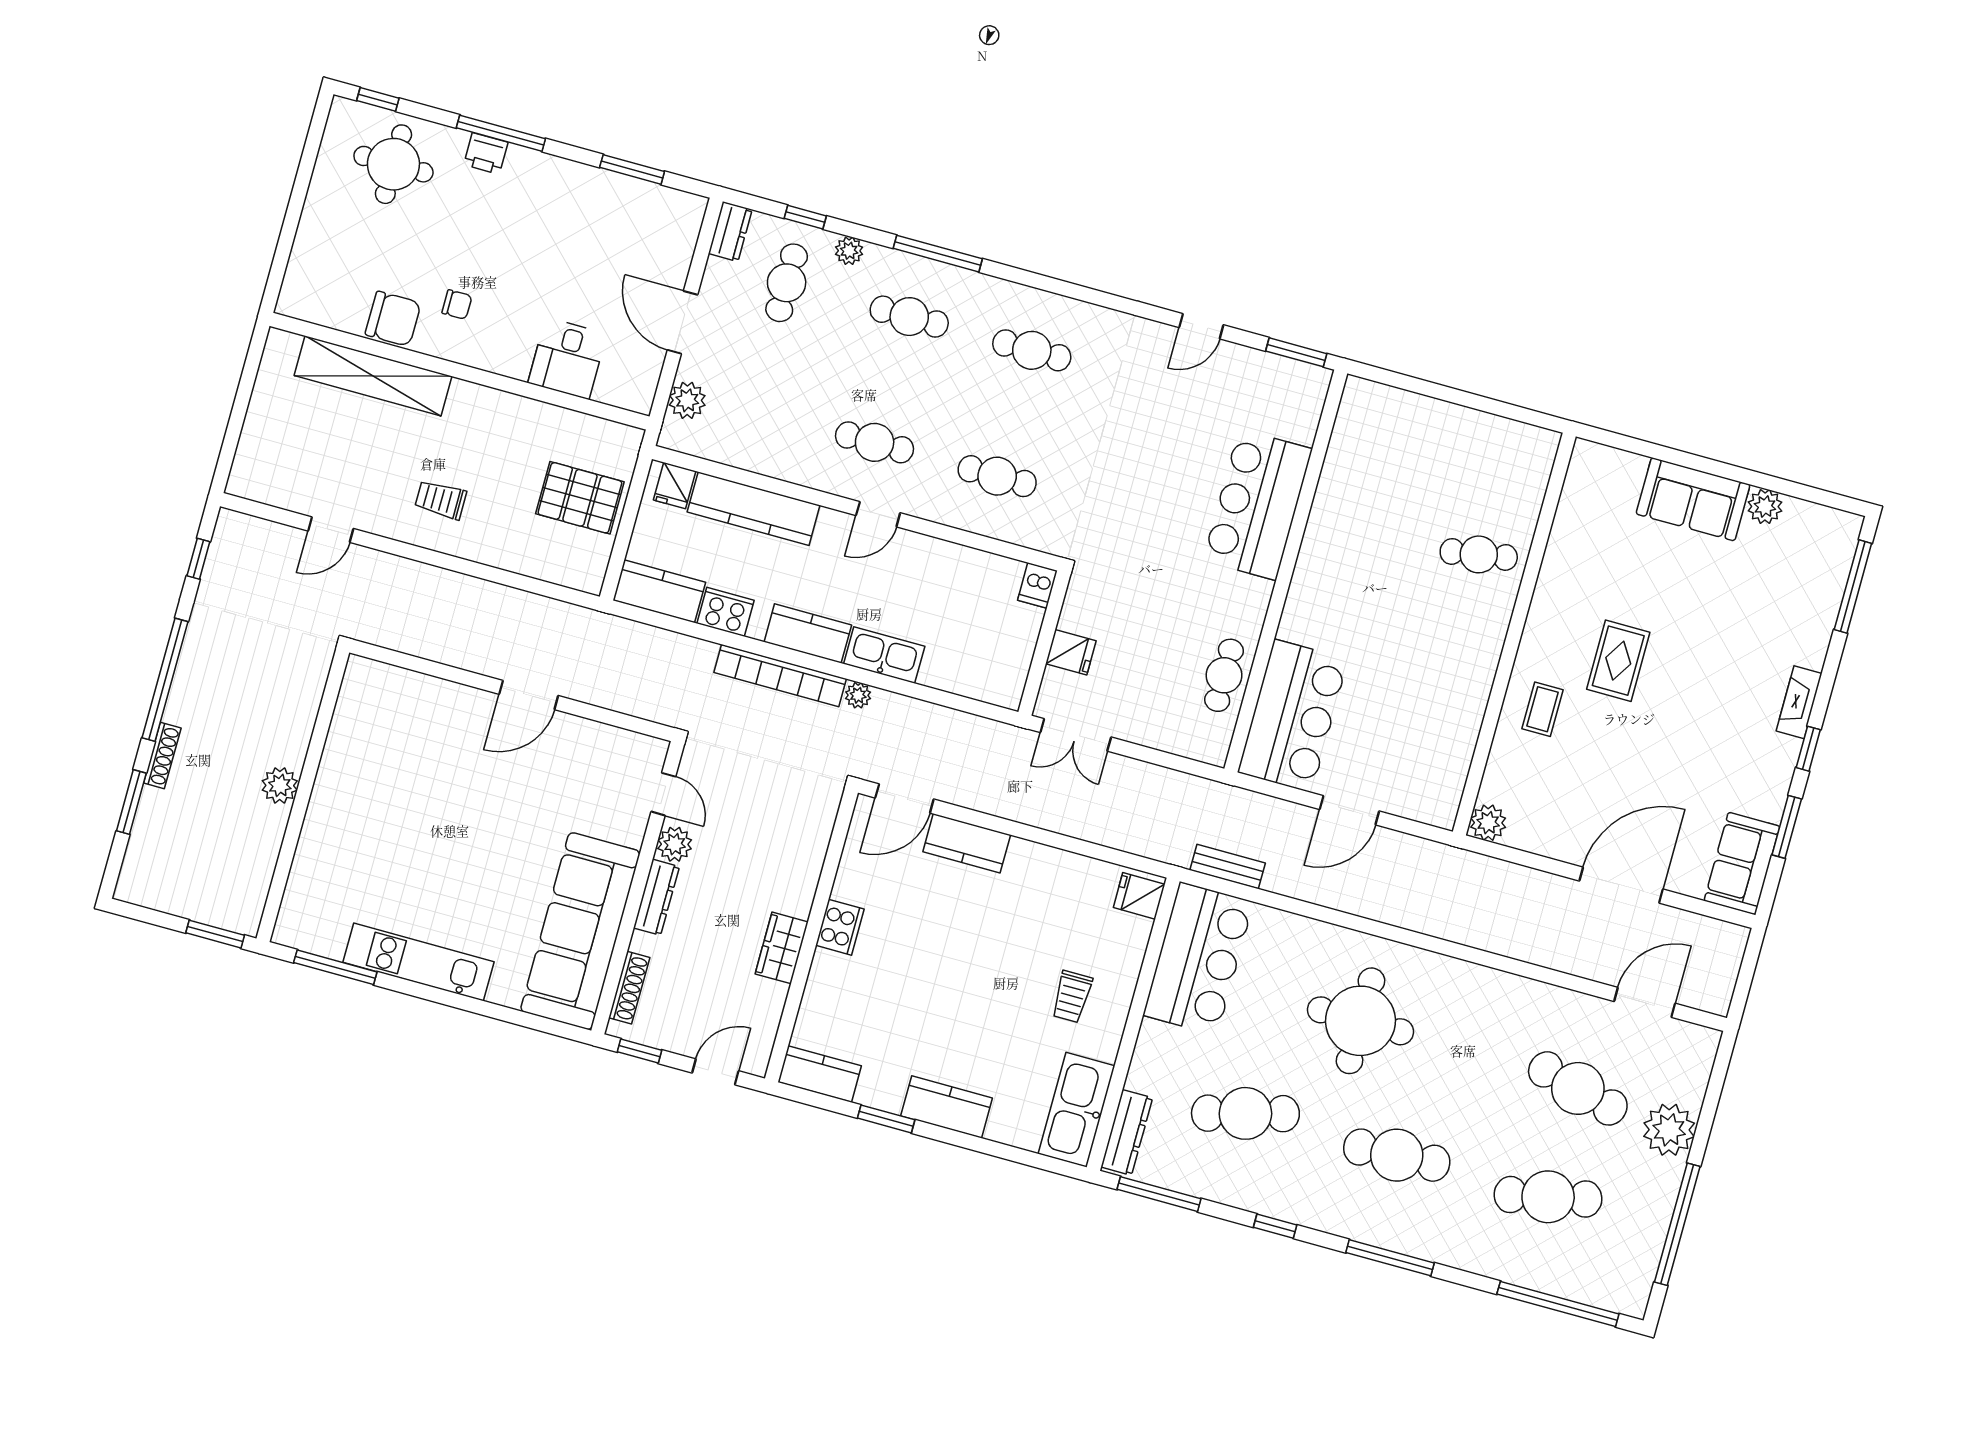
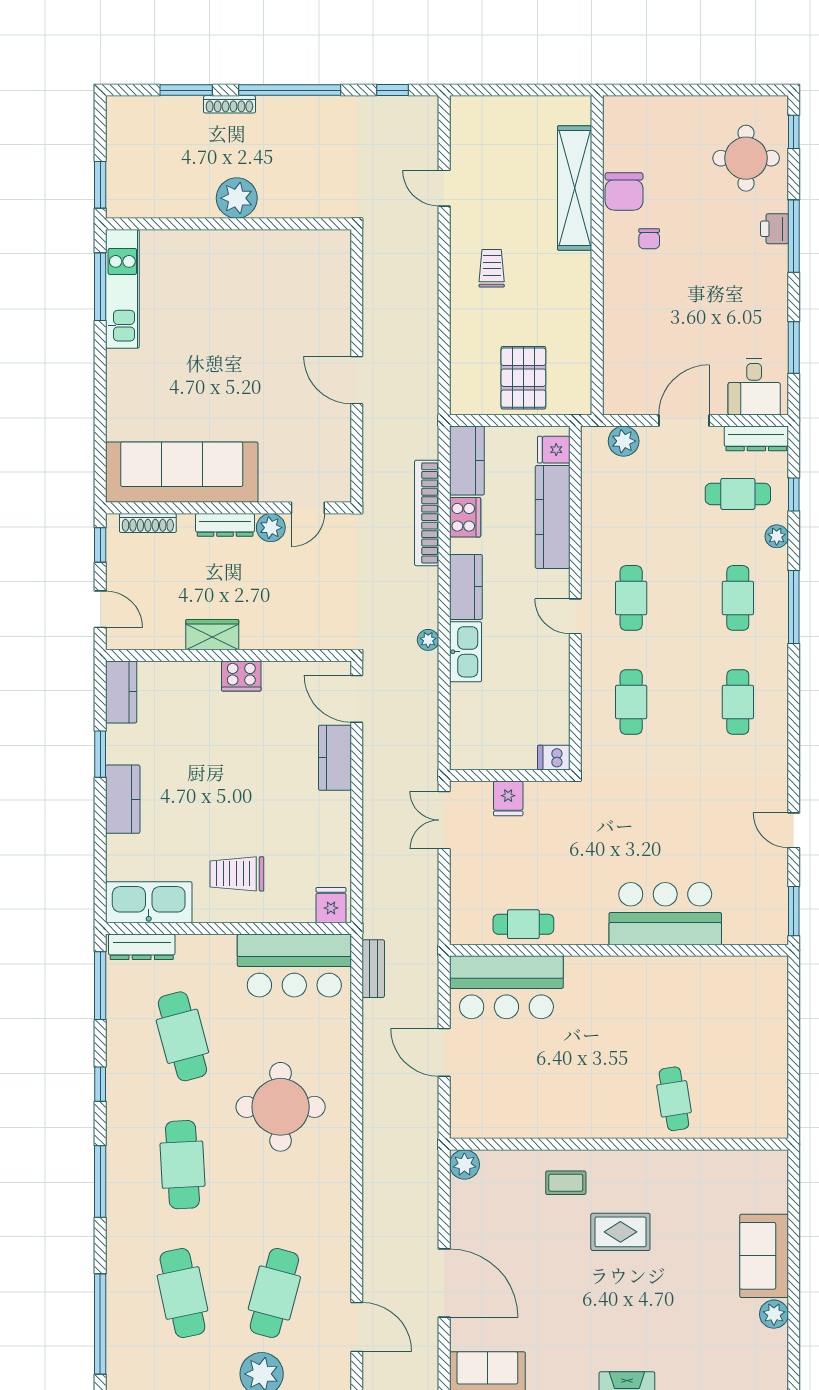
dresser: (730, 232) -> (756, 438), width x1.44
desk: (567, 358) -> (754, 387), moved, turned -90
bookcase: (780, 676) -> (427, 513), moved
plant: (280, 785) -> (237, 198), width x1.36, depth x1.36
kitchen unit: (419, 962) -> (122, 289), moved
trolley: (1072, 997) -> (237, 874), width x1.36, depth x1.39

